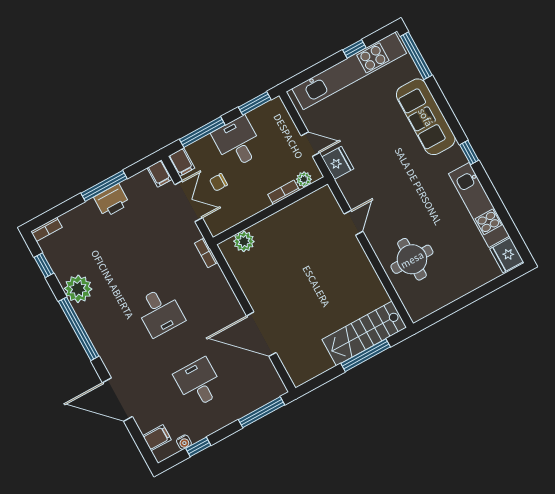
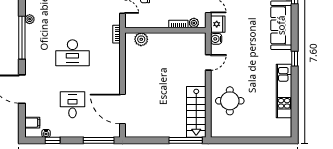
water cooler: (347, 184) -> (216, 39), added
fridge: (507, 255) -> (284, 128), removed
plant: (78, 289) -> (30, 19), width x0.53, depth x0.53
desk: (160, 312) -> (72, 53), width x1.37
stairs: (364, 333) -> (196, 112), moved, turned -90
door: (261, 334) -> (123, 109), moved
window: (366, 355) -> (186, 140), moved

